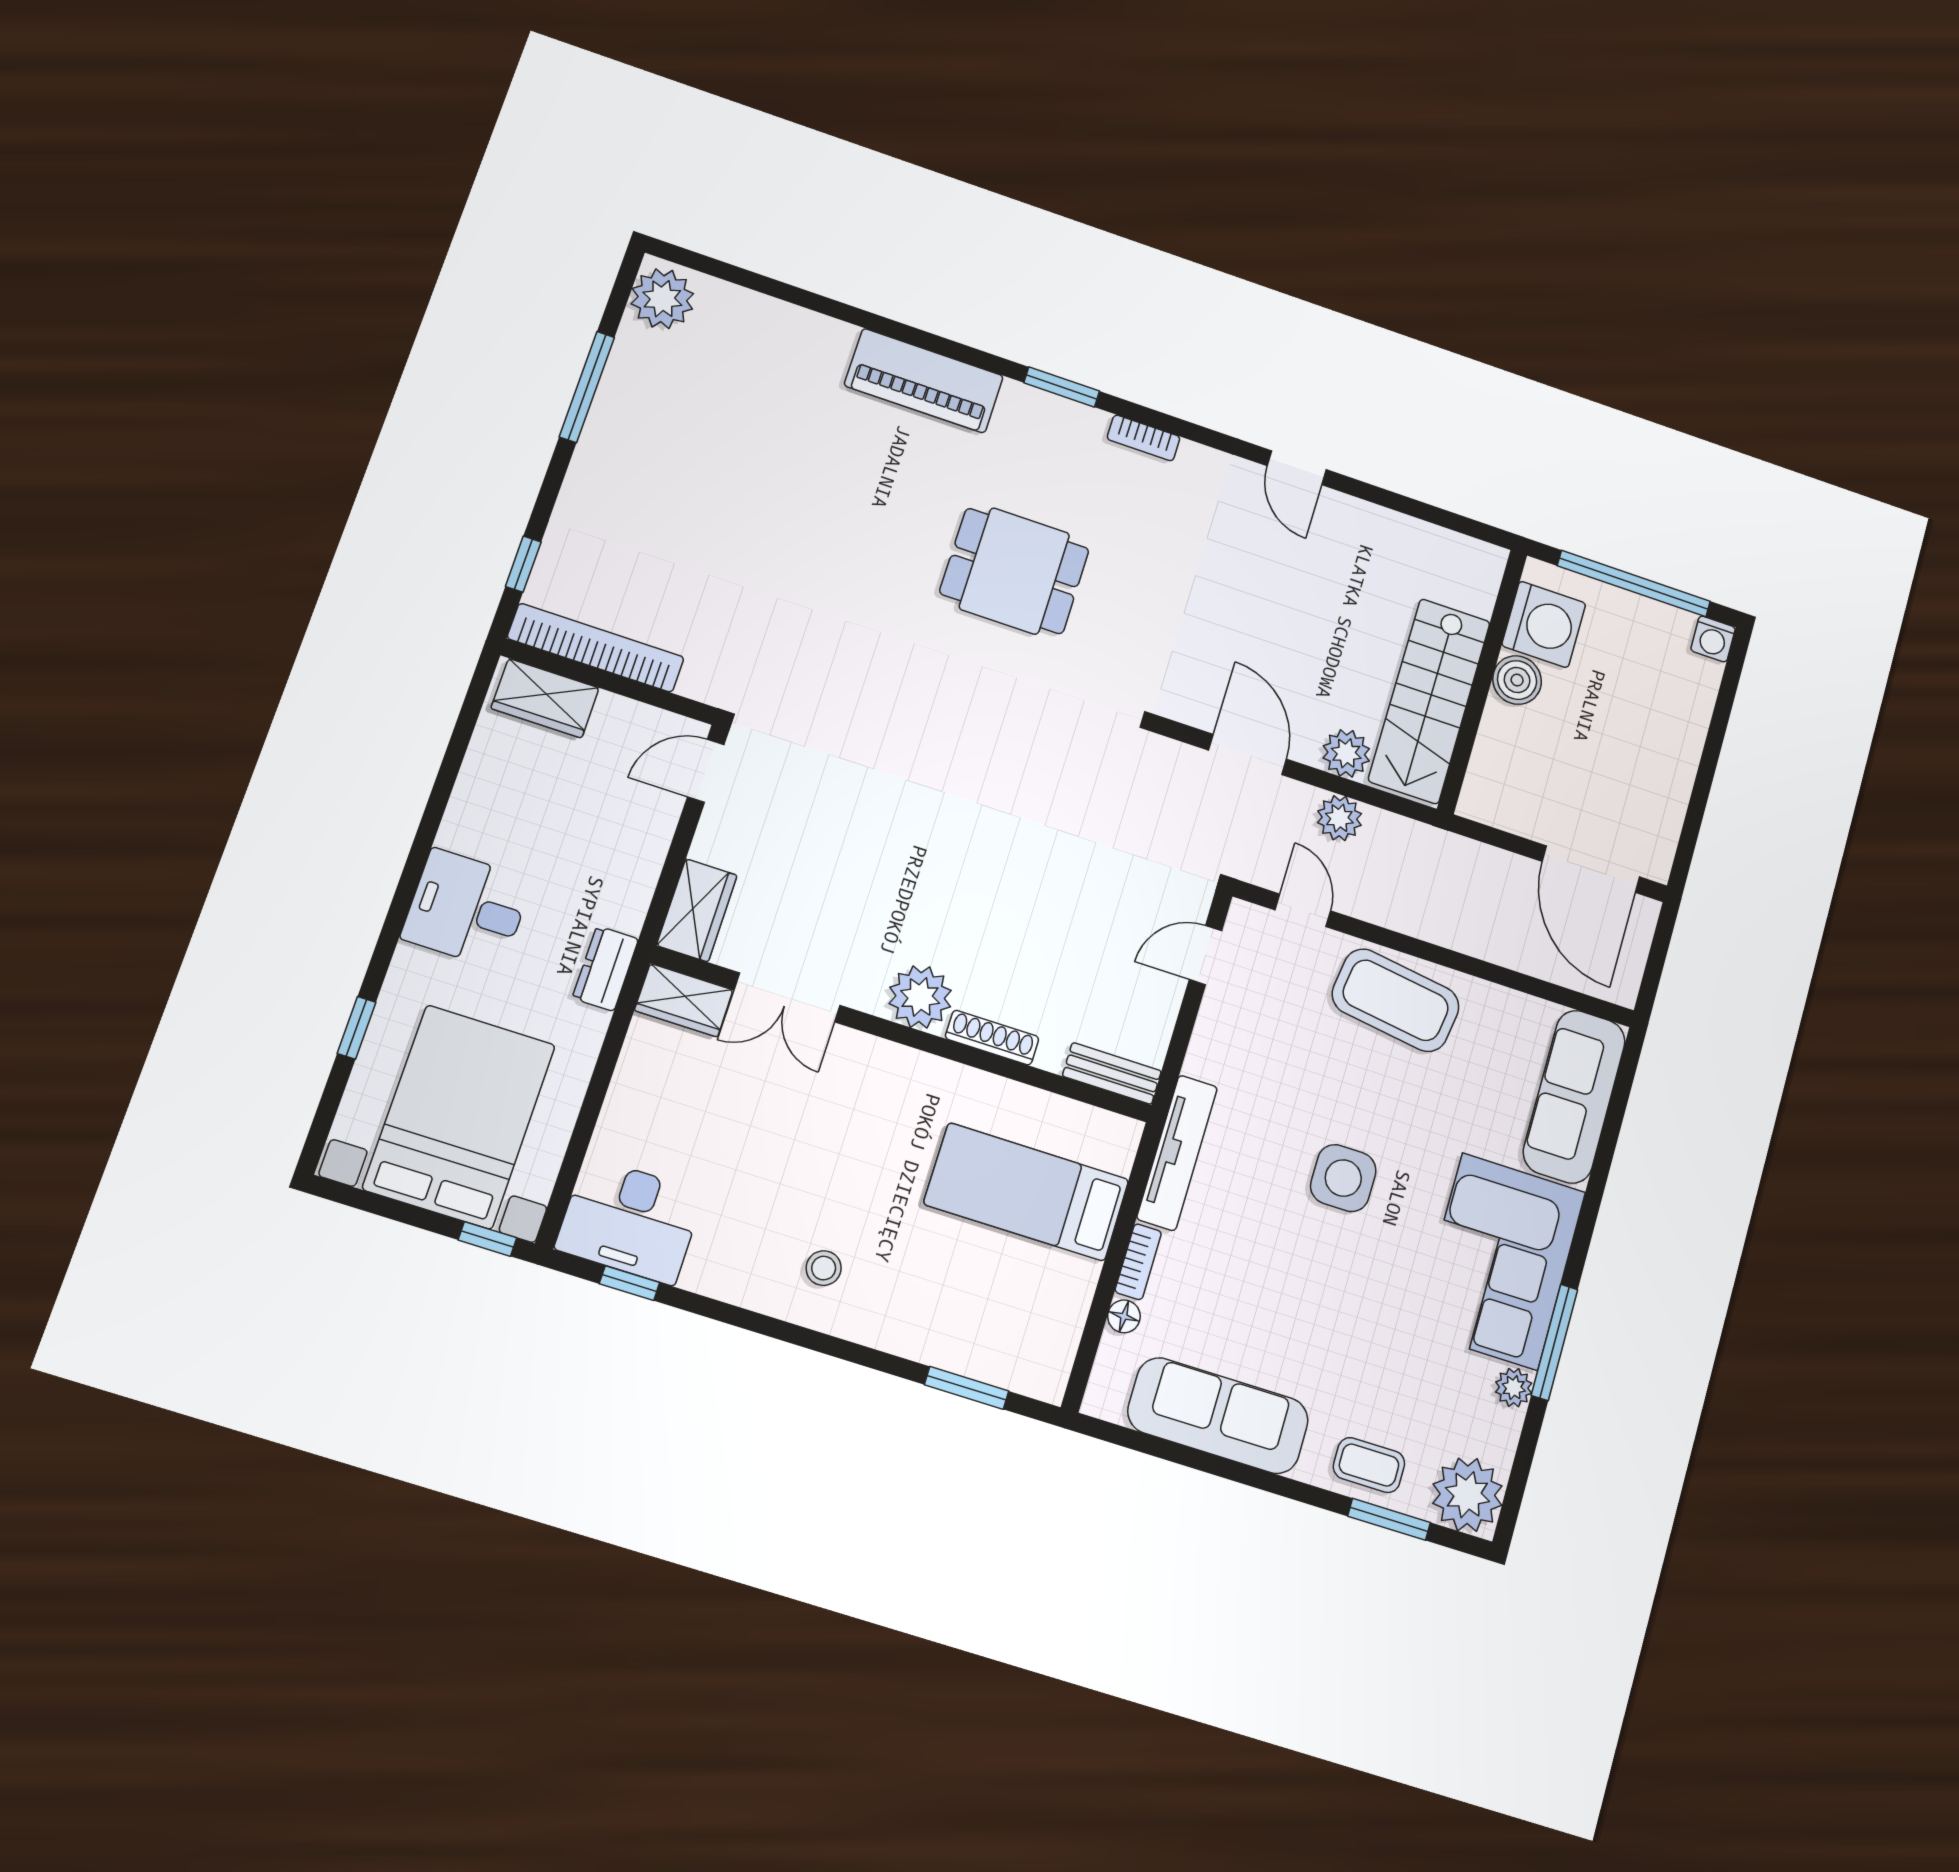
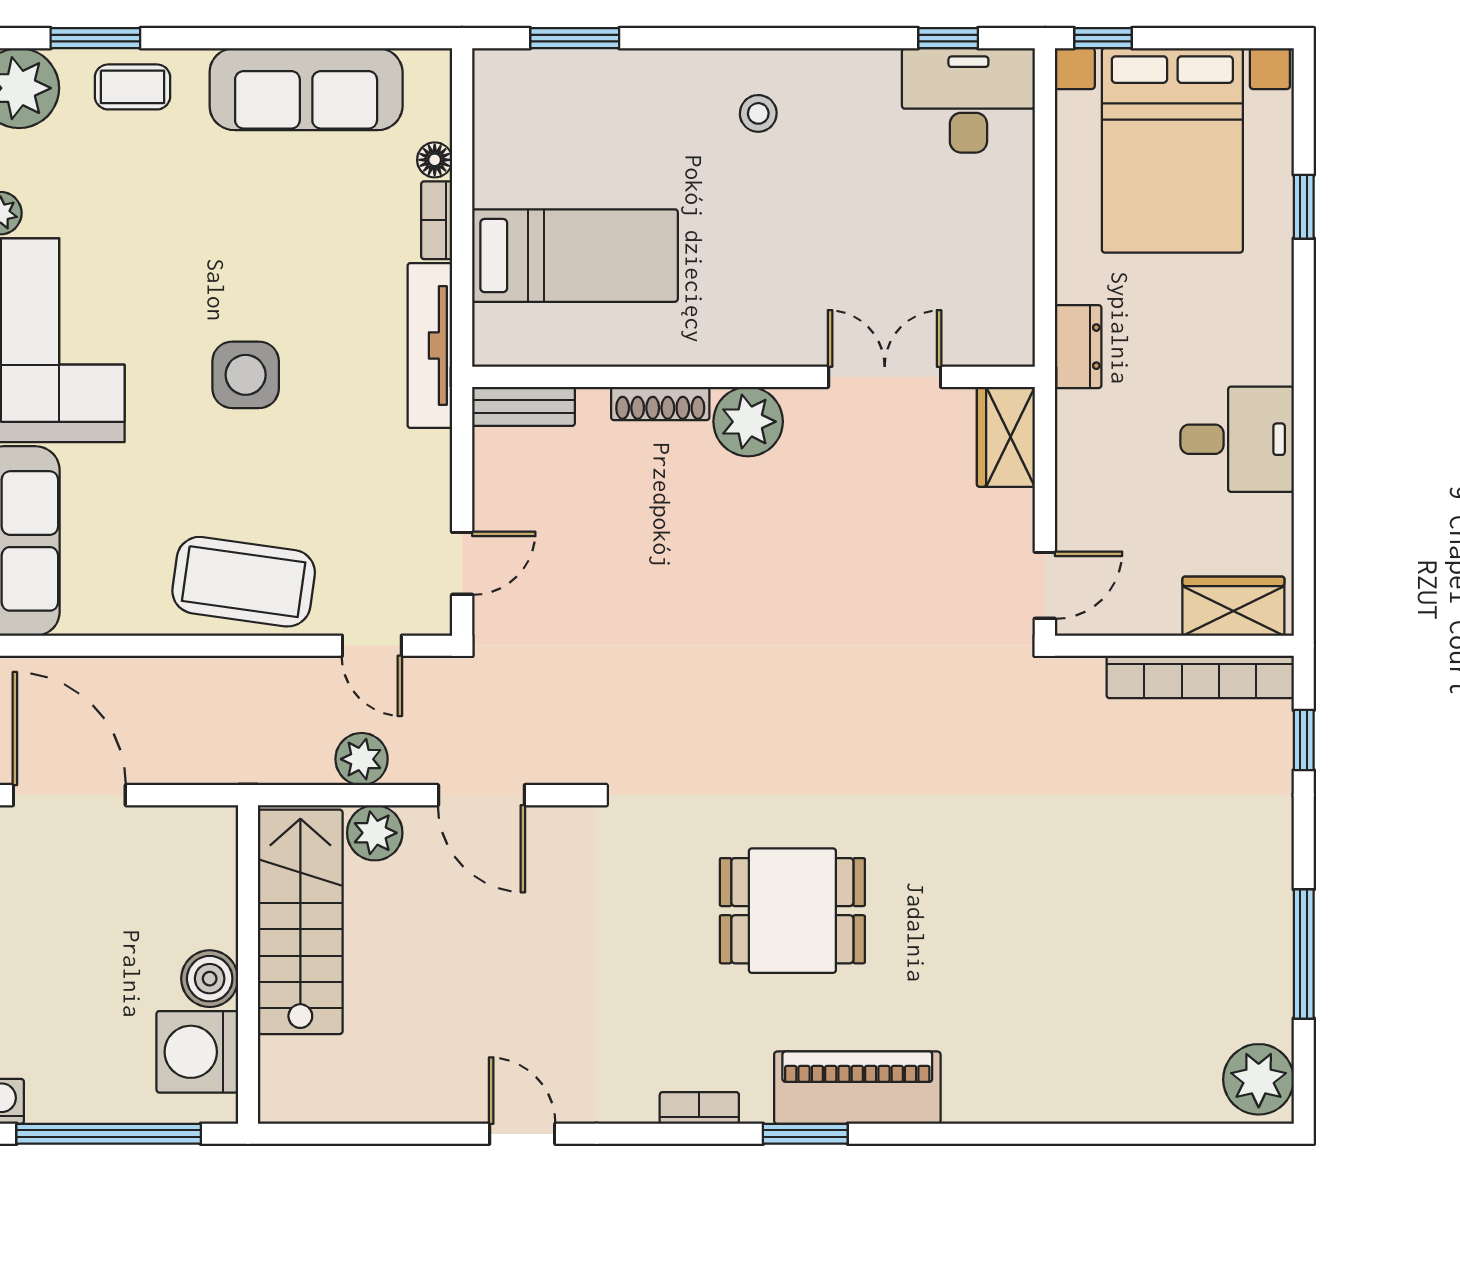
piano: (924, 381) -> (857, 1088), moved
desk: (467, 909) -> (1237, 439), moved
wardrobe: (684, 1000) -> (988, 340), removed

